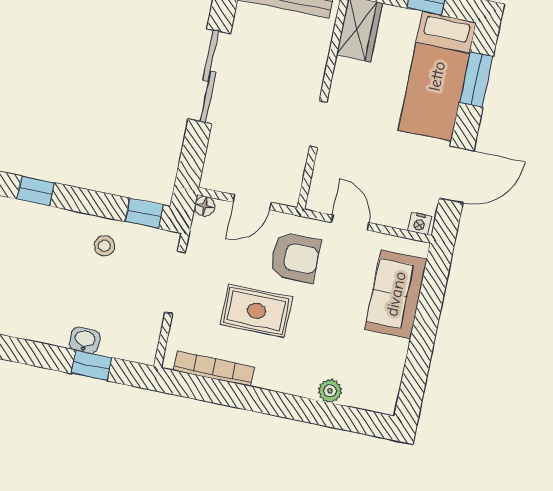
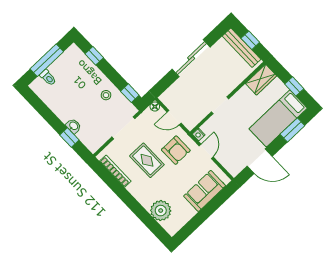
nightstand: (420, 223) -> (199, 135), moved
plant: (330, 391) -> (161, 211), width x1.87, depth x1.87

